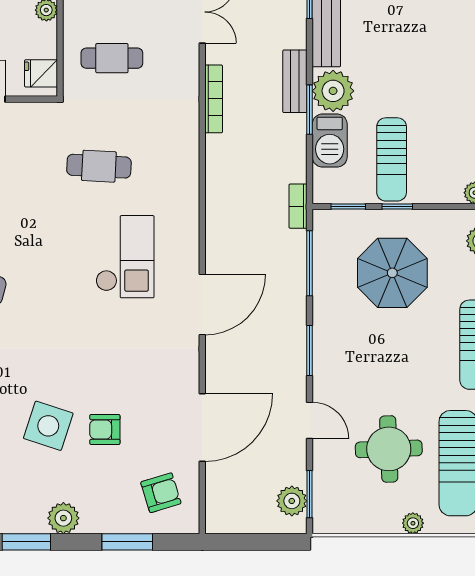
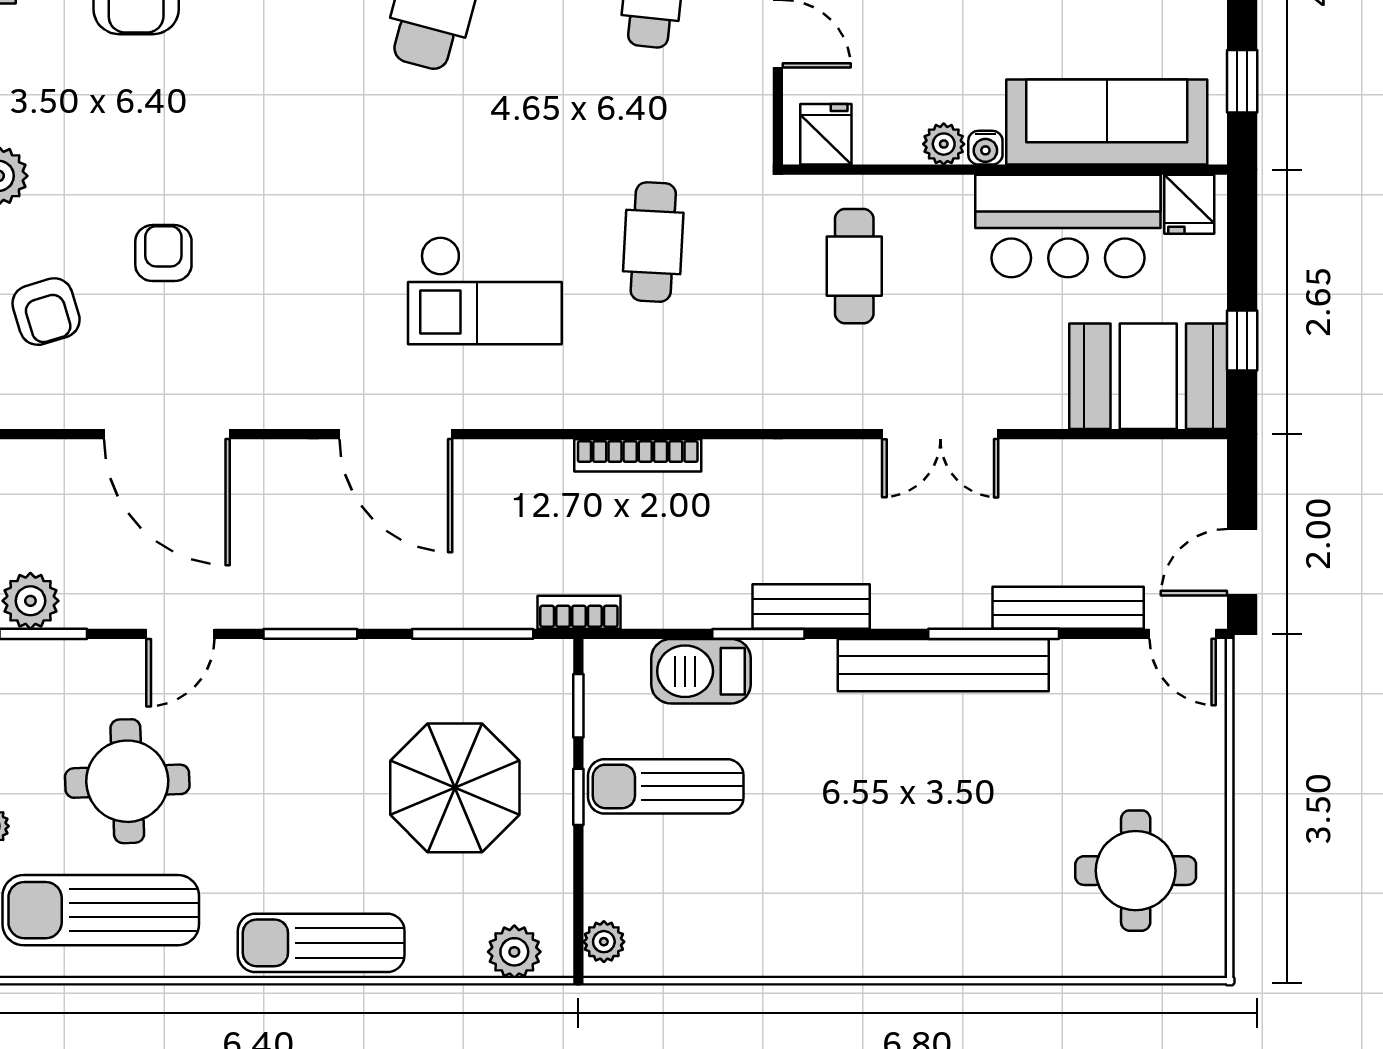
plant: (333, 91) -> (793, 678), removed
bookcase: (214, 99) -> (638, 455), moved
side table: (48, 426) -> (170, 148), removed
armchair: (161, 493) -> (46, 312), moved

